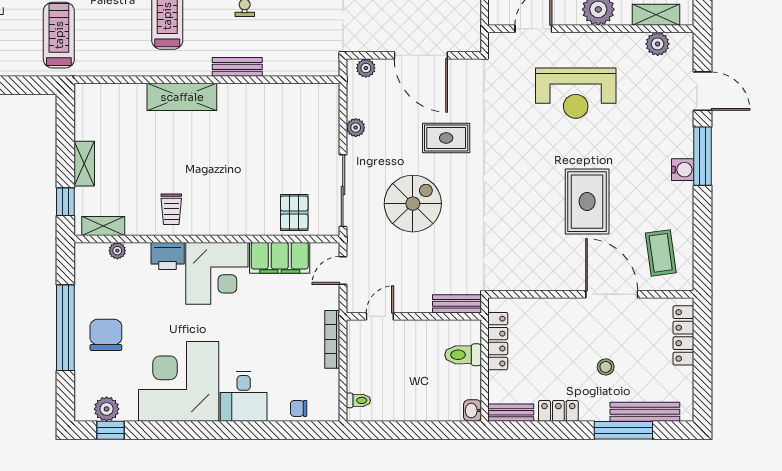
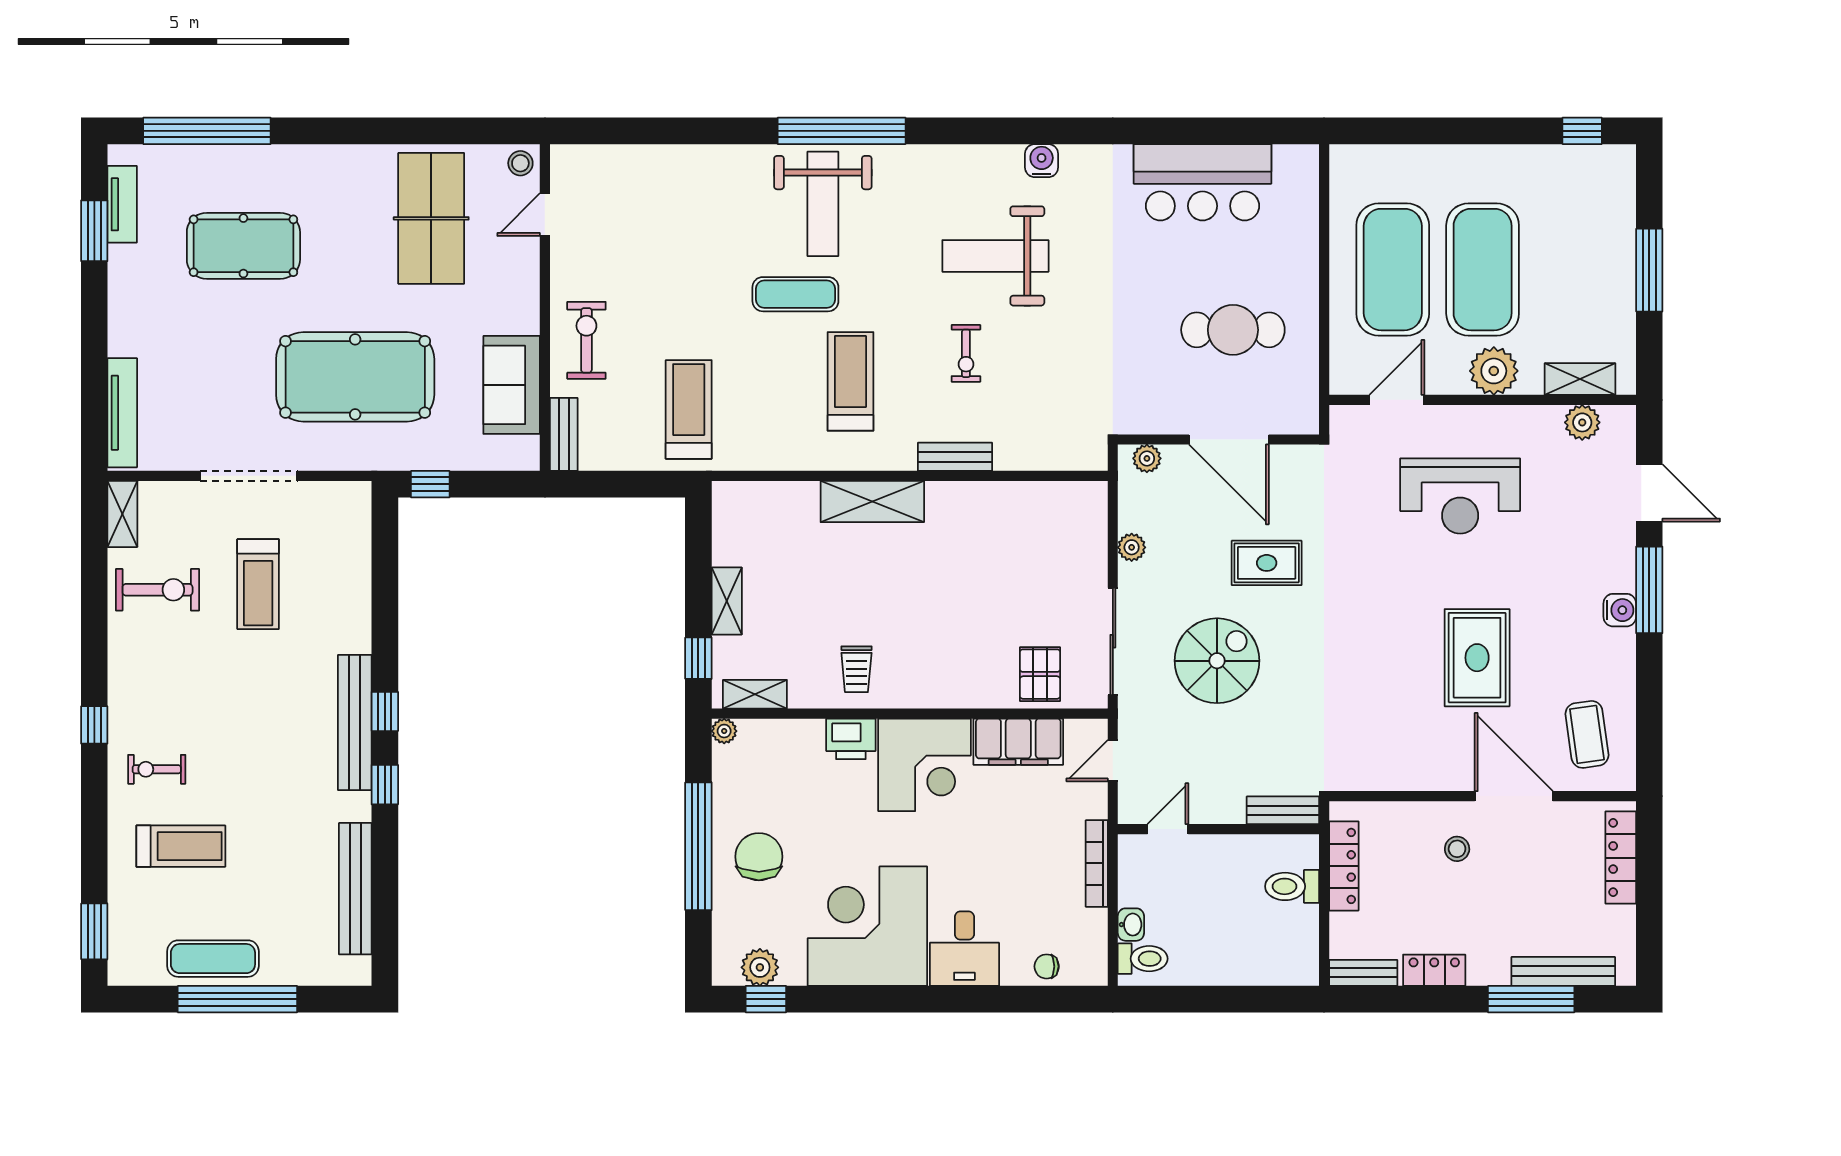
plant: (117, 251) -> (724, 731), moved
stool: (606, 367) -> (1457, 849), moved
toilet: (358, 400) -> (1143, 959), width x1.37, depth x1.39
washbasin: (472, 411) -> (1131, 925), moved, turned 180

